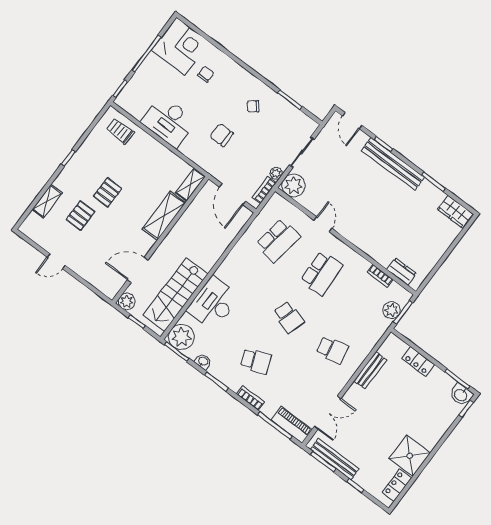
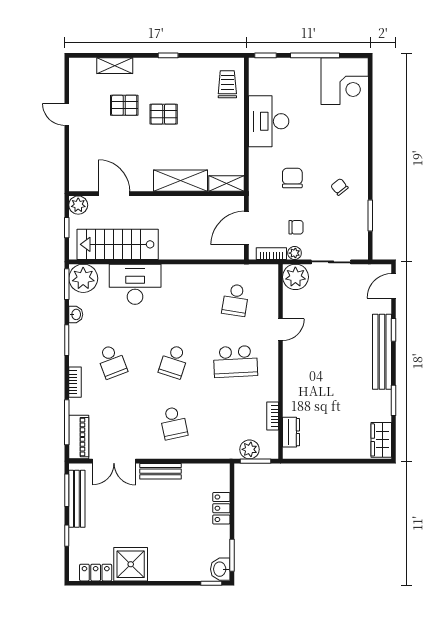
chair: (206, 74) -> (296, 227), moved
school desk: (278, 240) -> (235, 300), width x0.54
bench: (370, 370) -> (160, 471), moved

